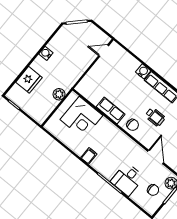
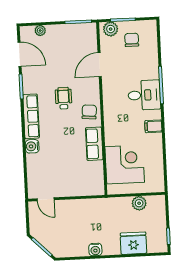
plant: (59, 94) -> (139, 203), moved
desk: (127, 179) -> (144, 95), moved

